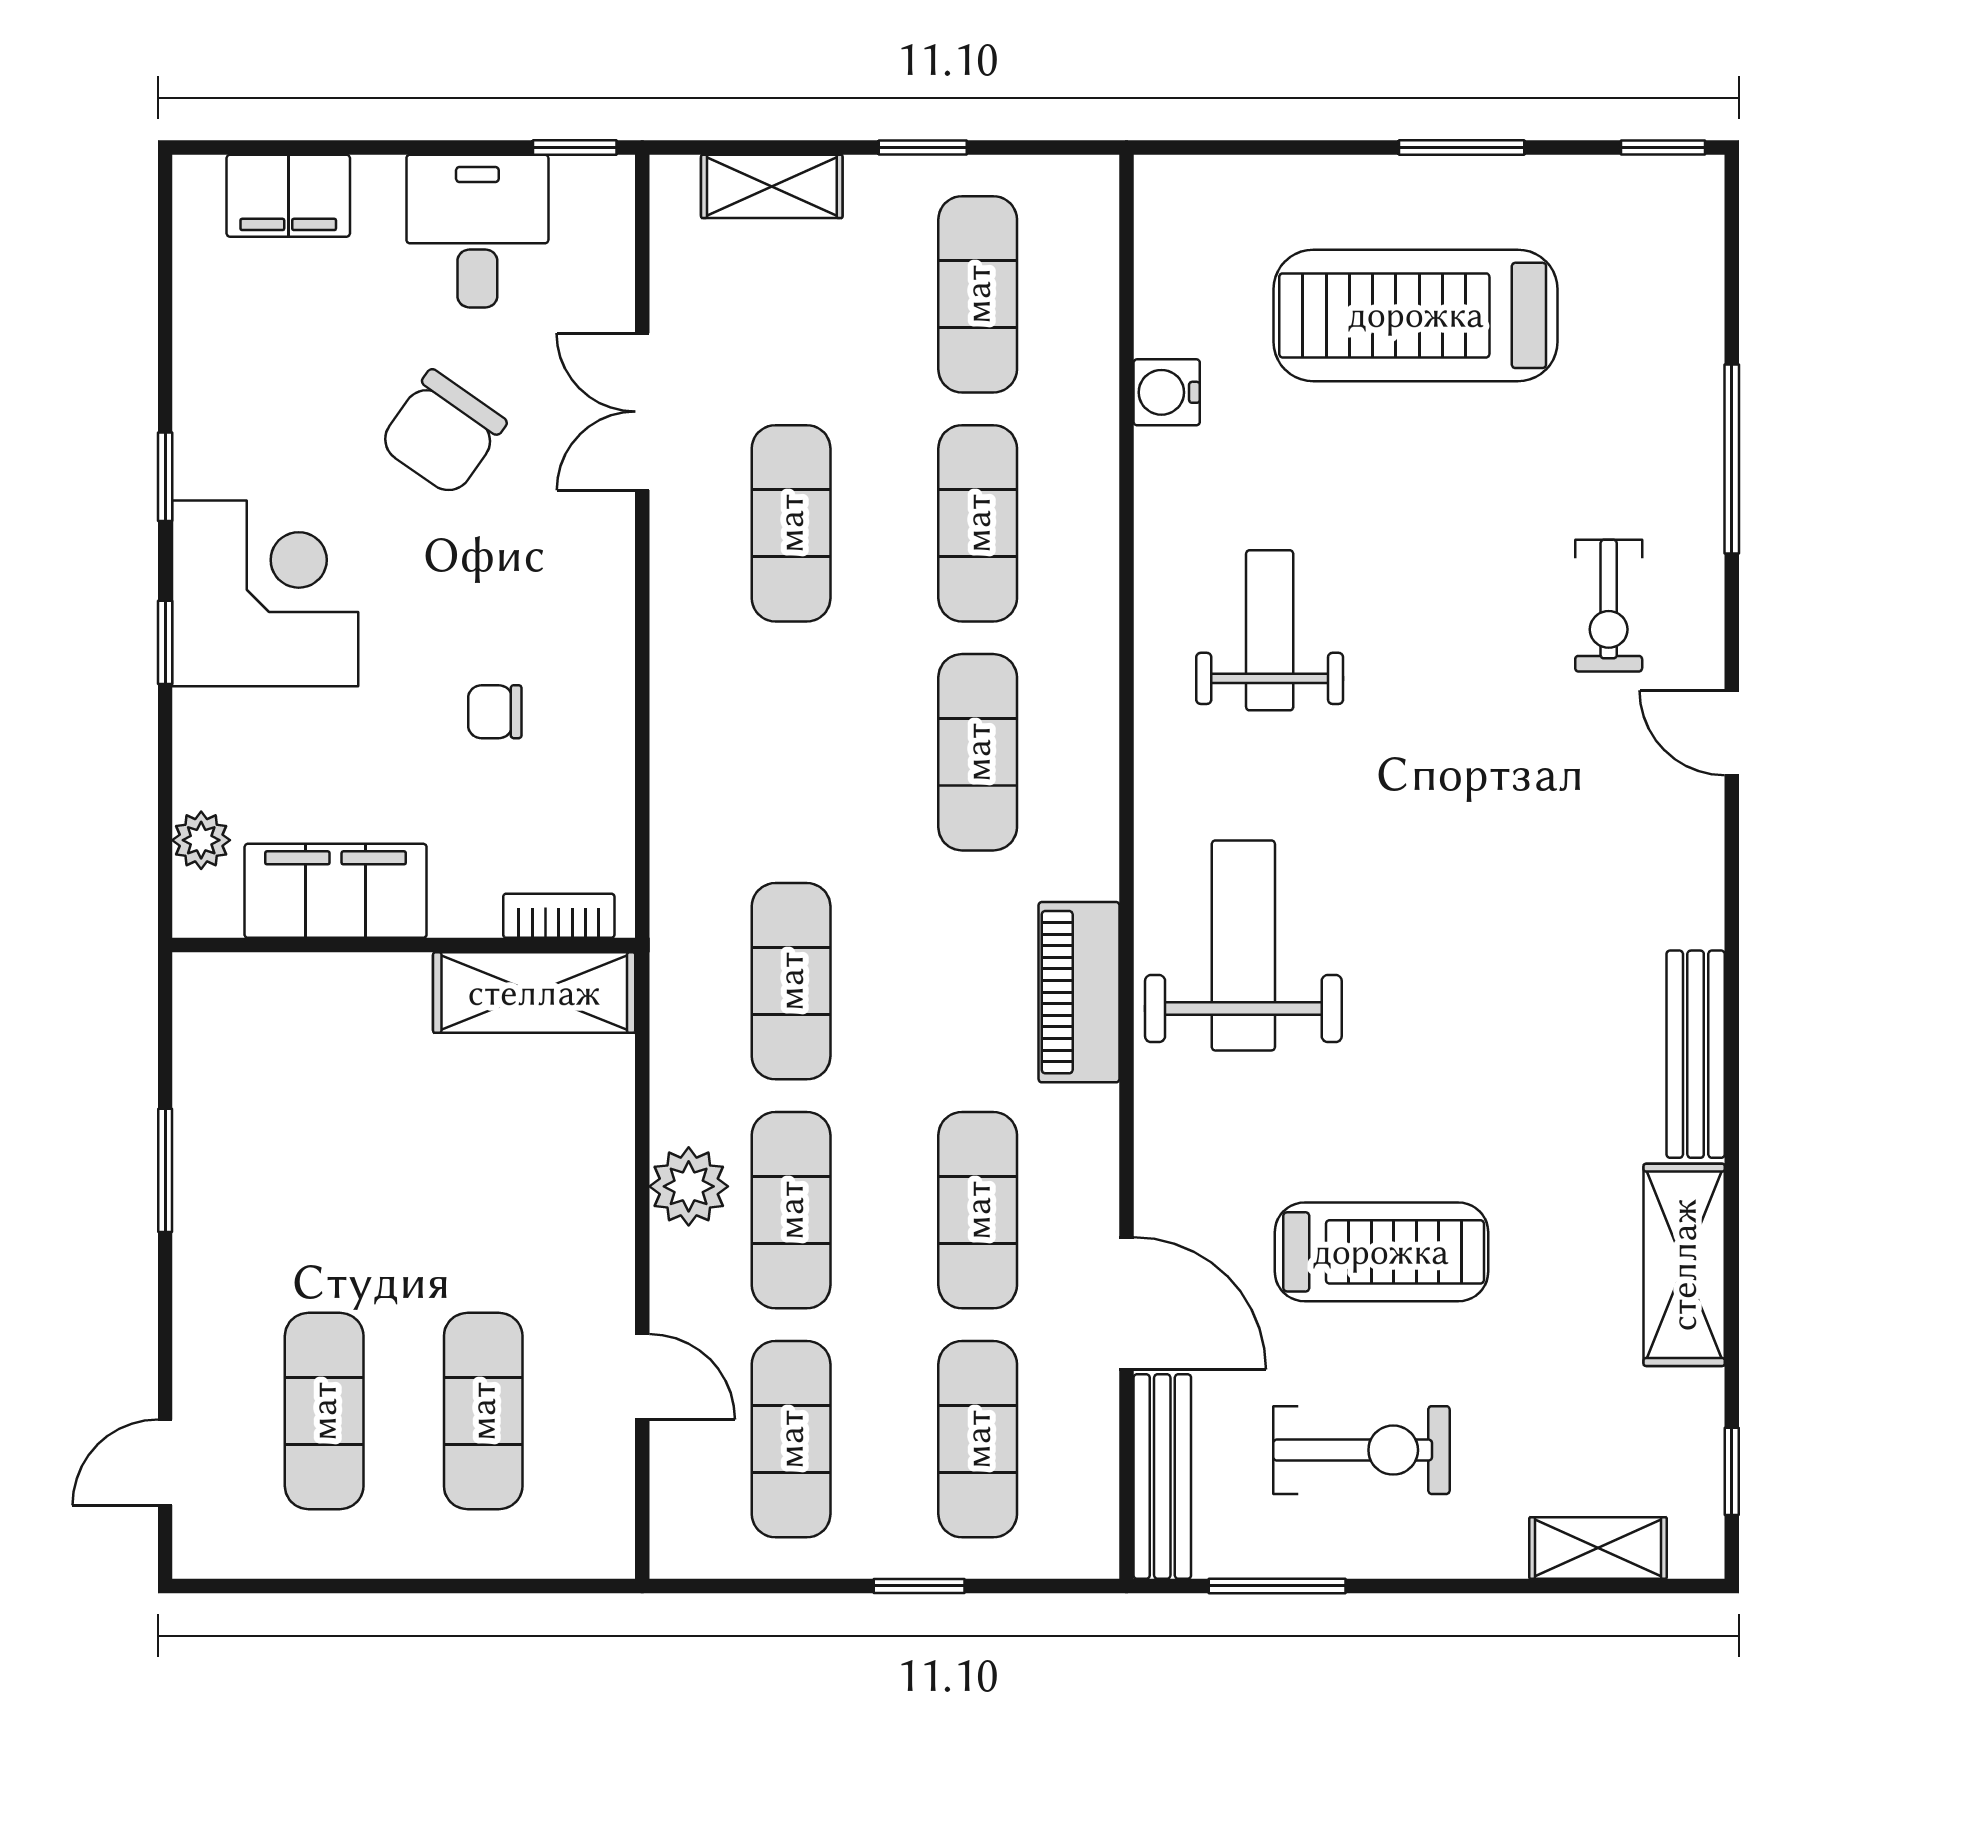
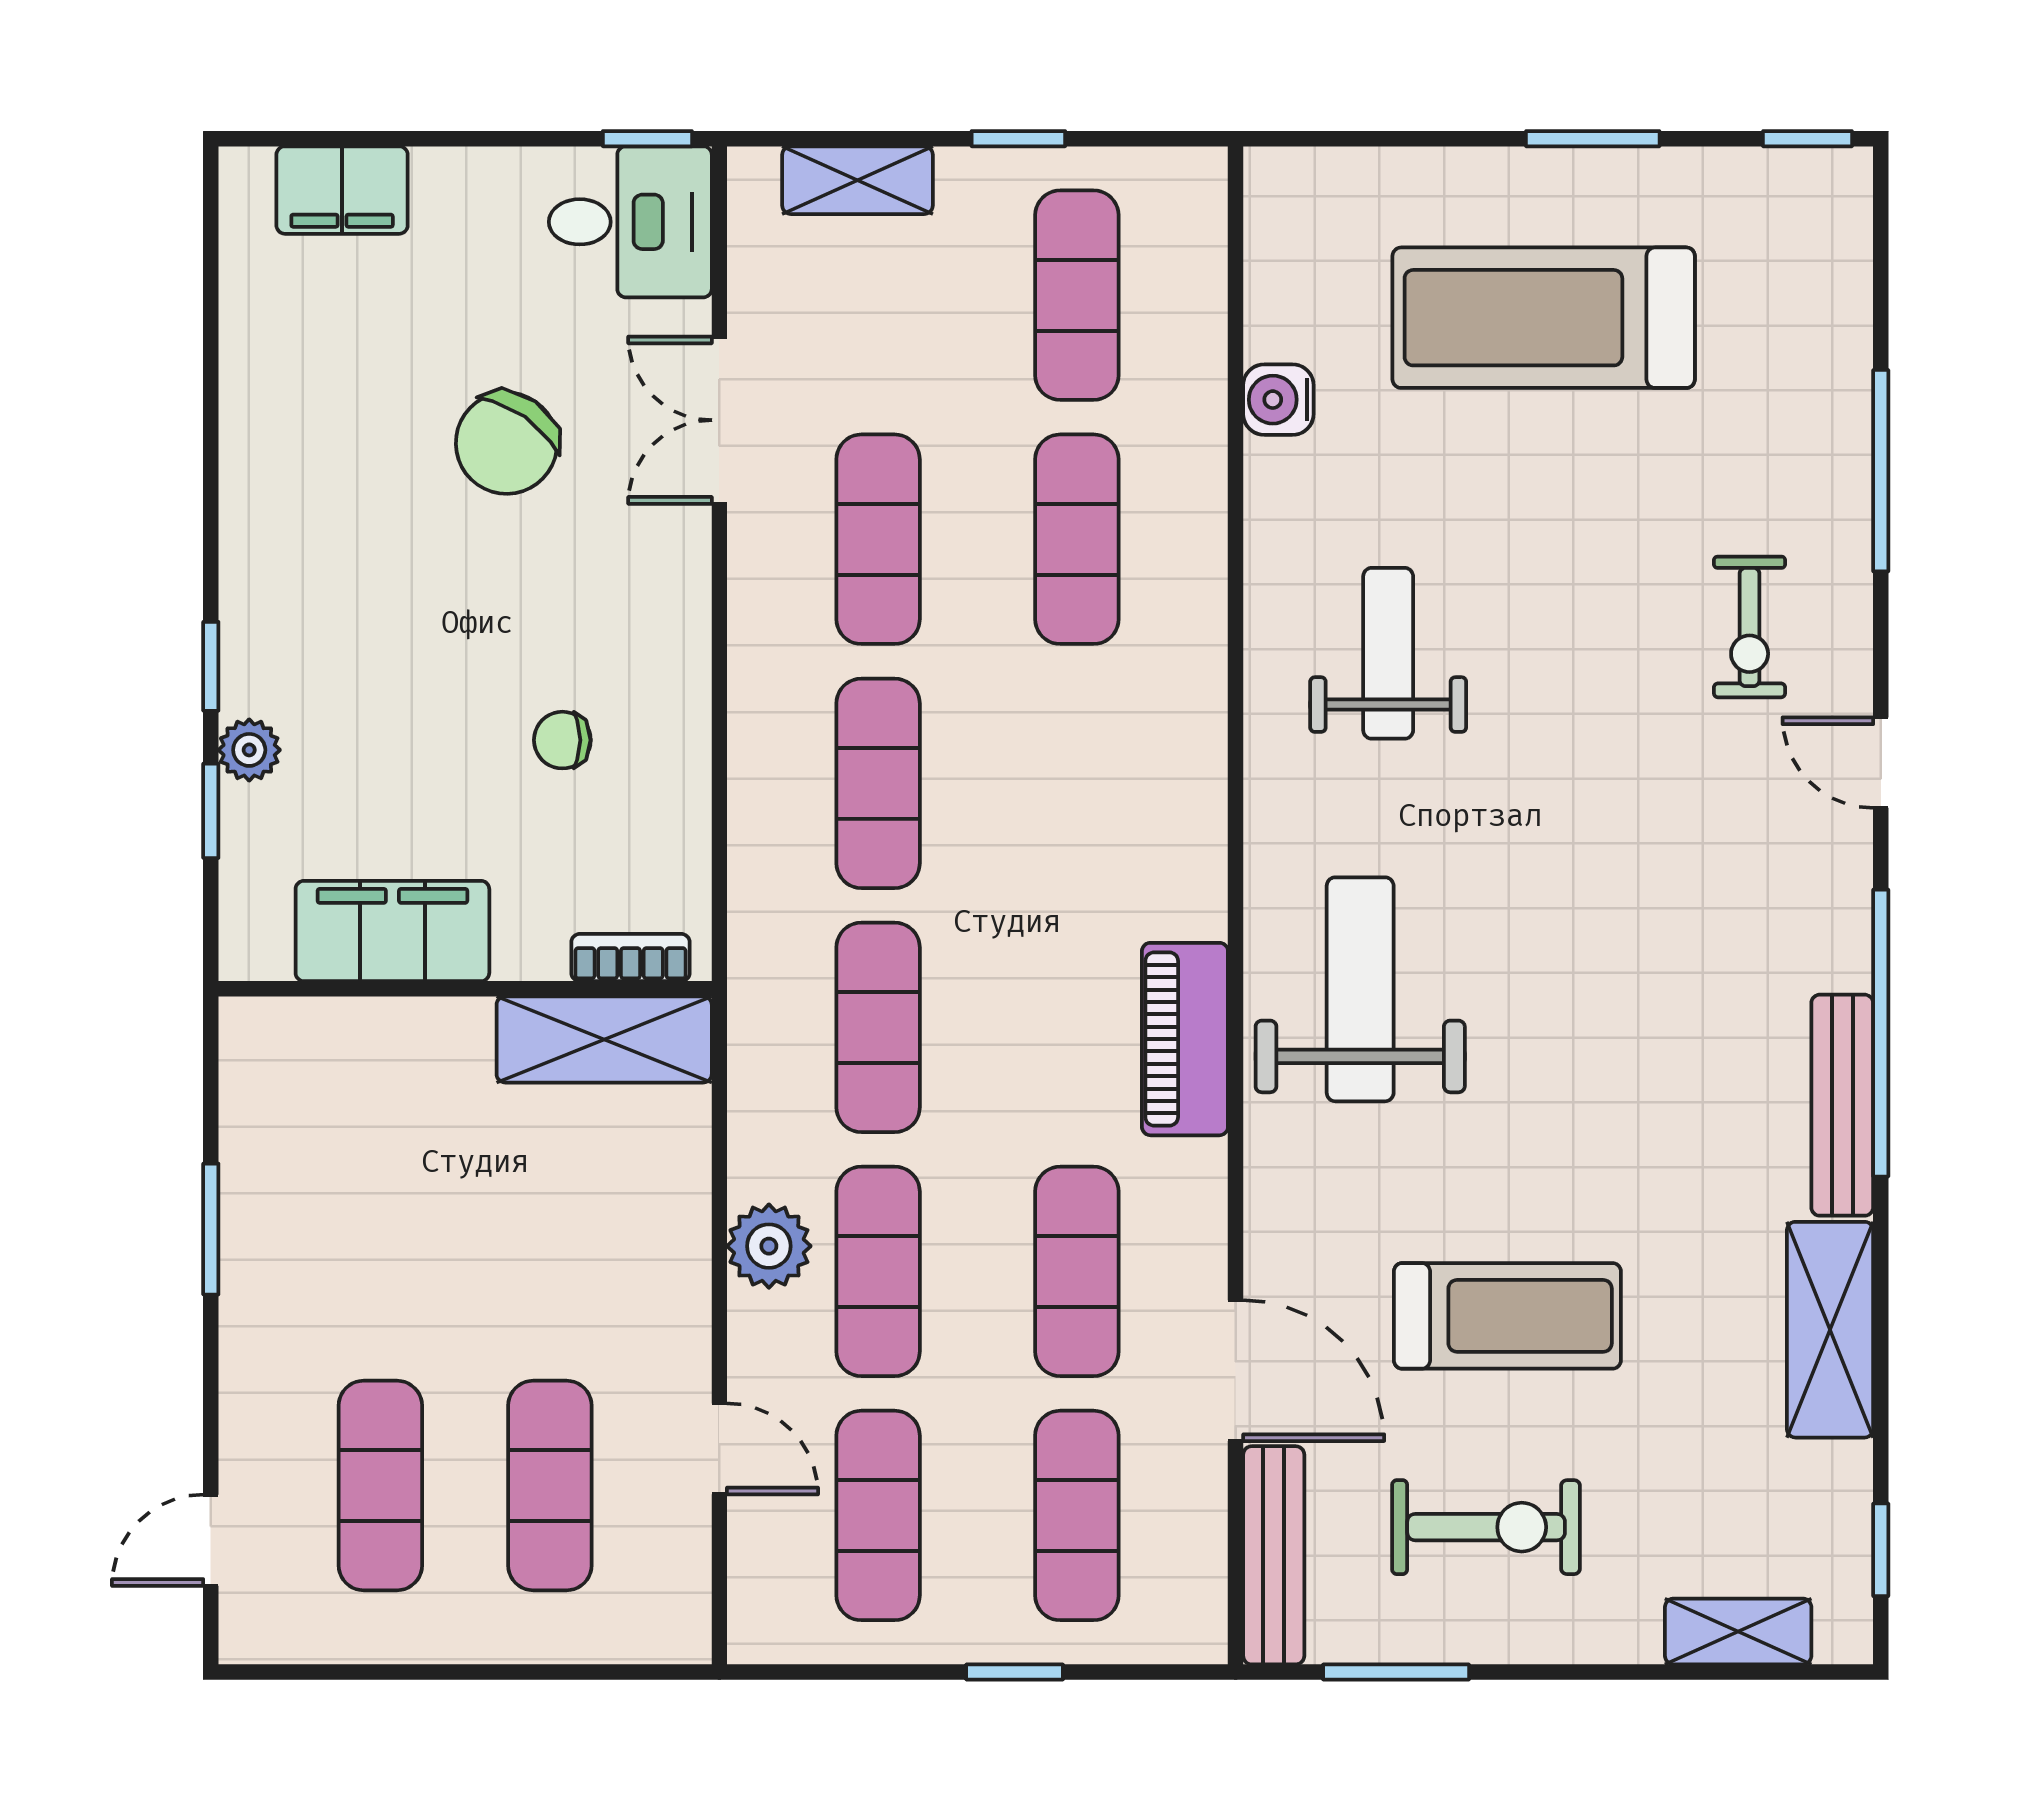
desk: (477, 231) -> (630, 222), moved, turned 90
window: (165, 477) -> (211, 811), moved
corner desk: (265, 593) -> (318, 614), removed
exercise mat: (978, 752) -> (878, 783), moved
plant: (201, 840) -> (249, 750), moved
window: (1732, 987) -> (1881, 1033), added

